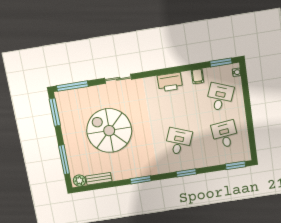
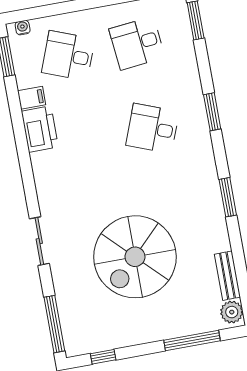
printer: (170, 82) -> (40, 129), moved
window: (55, 112) -> (103, 357), width x0.46

